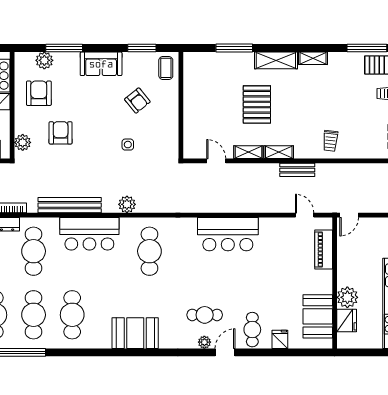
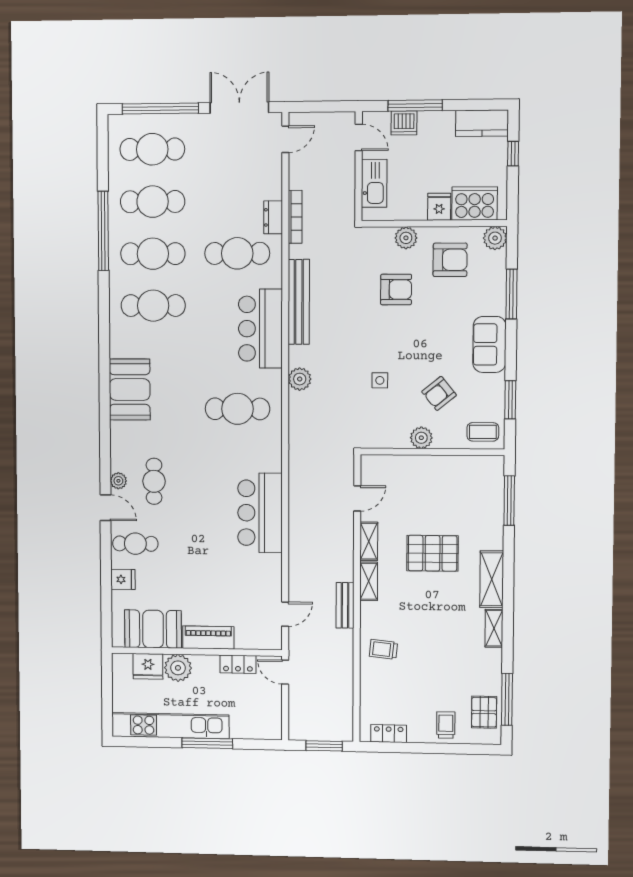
window: (234, 48) -> (509, 501), moved
plant: (44, 60) -> (495, 238), moved
plant: (170, 113) -> (421, 438), added
plant: (23, 142) -> (406, 238), moved
piano: (324, 250) -> (208, 638), moved
locker: (344, 251) -> (238, 664), added

